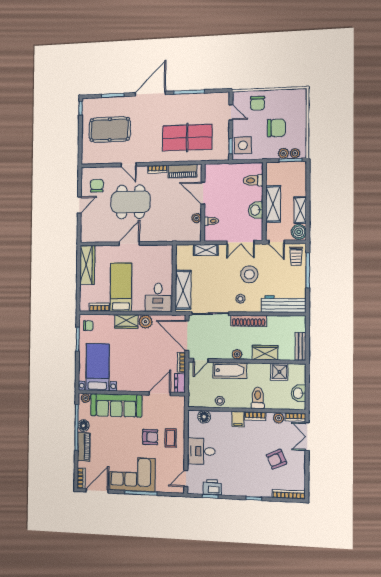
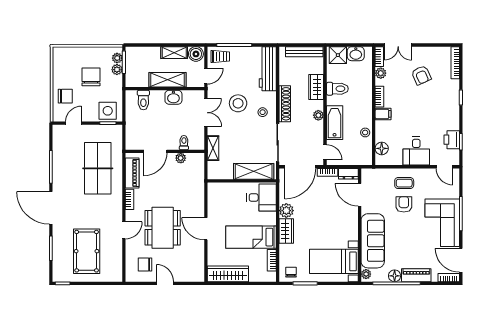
bench: (301, 346) -> (304, 52), width x1.36
shower: (279, 372) -> (338, 55), moved
toilet: (258, 398) -> (337, 89), moved, turned 180

